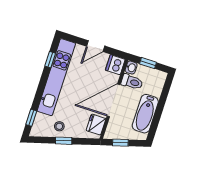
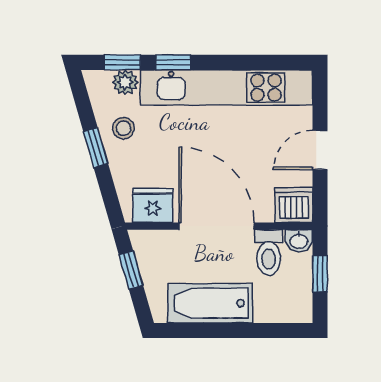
door: (96, 46) -> (320, 150), hinge flipped
window: (50, 60) -> (173, 62), moved
plant: (40, 119) -> (125, 82), added

